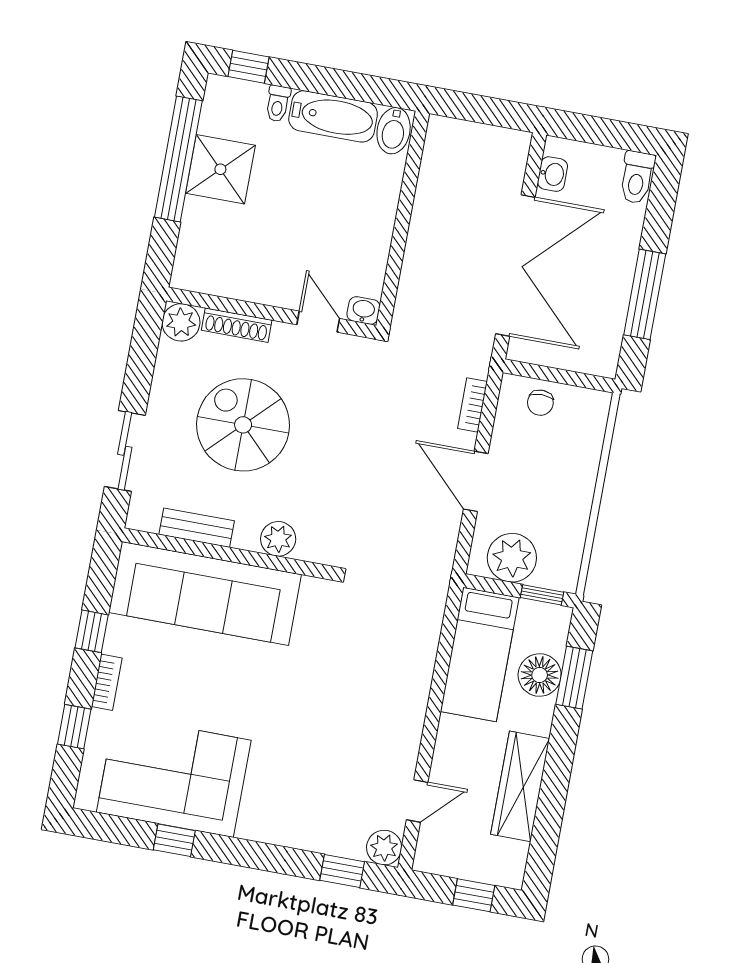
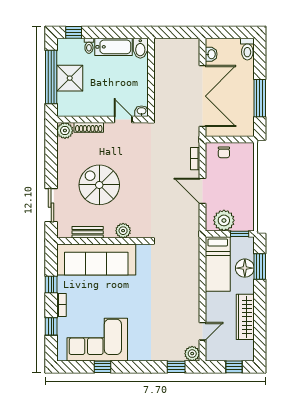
washbasin: (363, 310) -> (142, 111), moved
wall: (271, 313) -> (103, 120), moved
plant: (181, 322) -> (65, 131), moved
door: (318, 322) -> (123, 120), moved
shoe rack: (237, 325) -> (89, 127), moved

